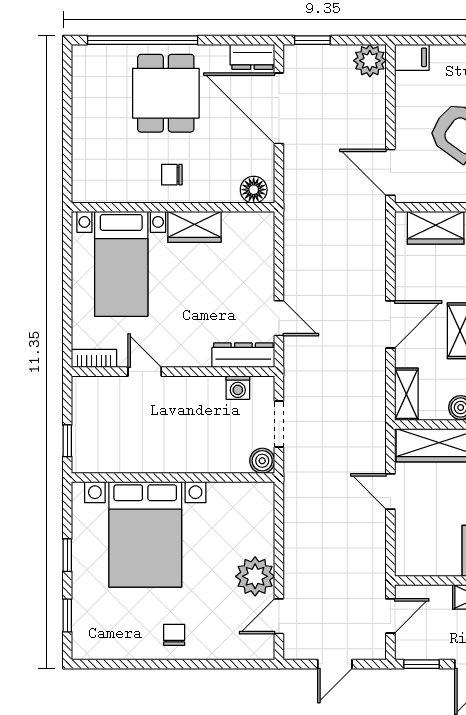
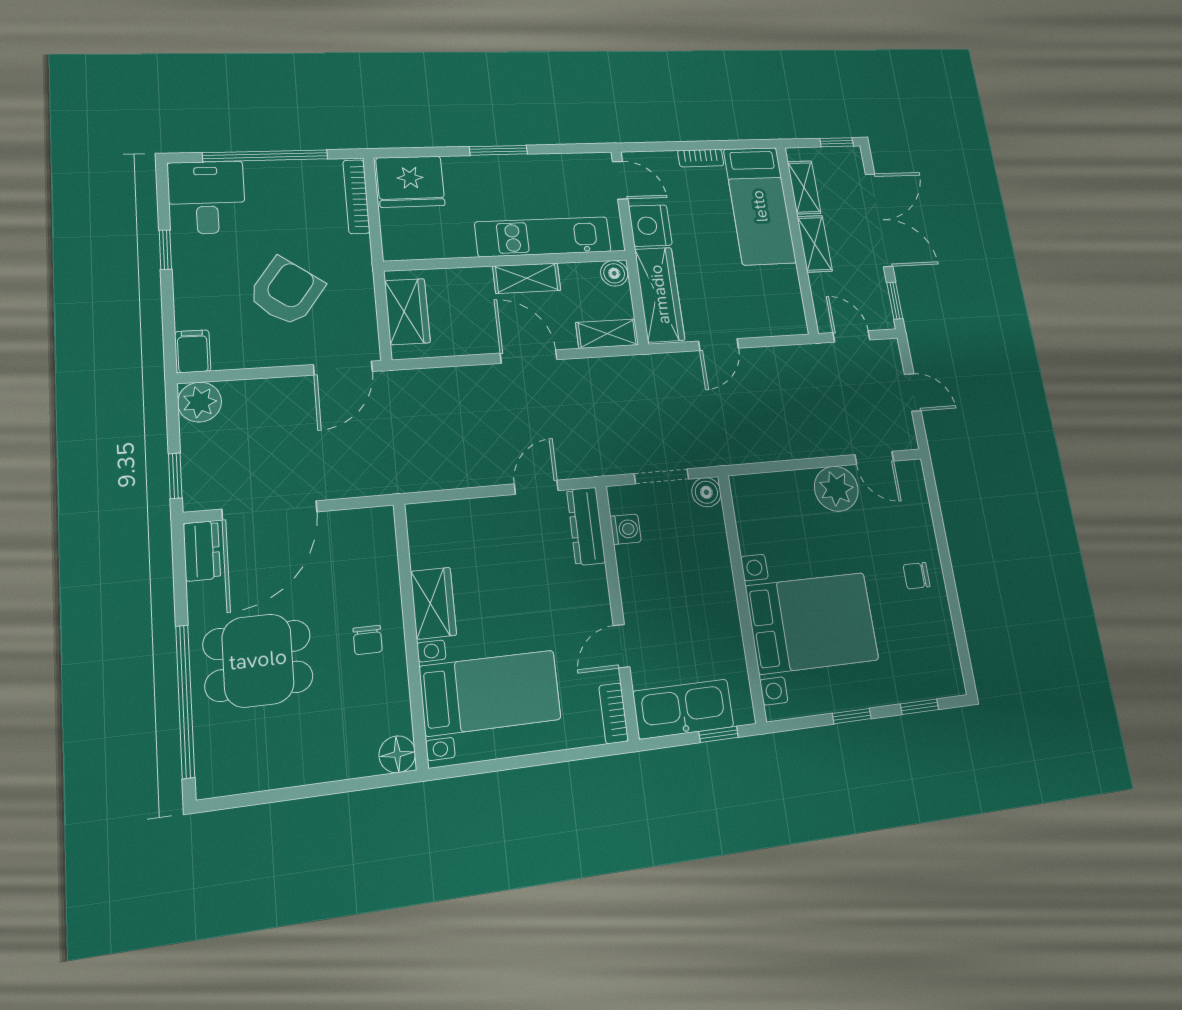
floor lamp: (254, 190) -> (397, 754), moved
kitchen sink: (90, 415) -> (683, 709), added

